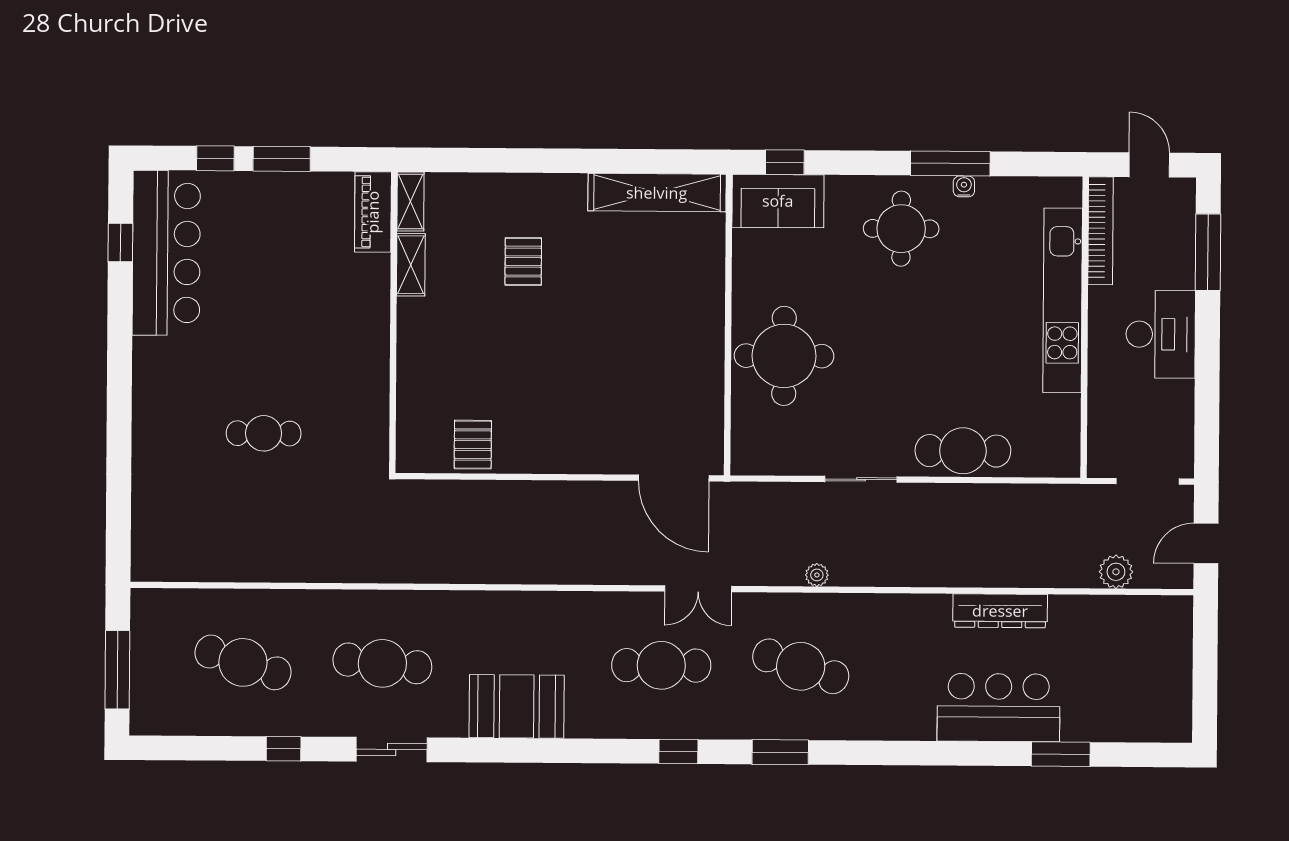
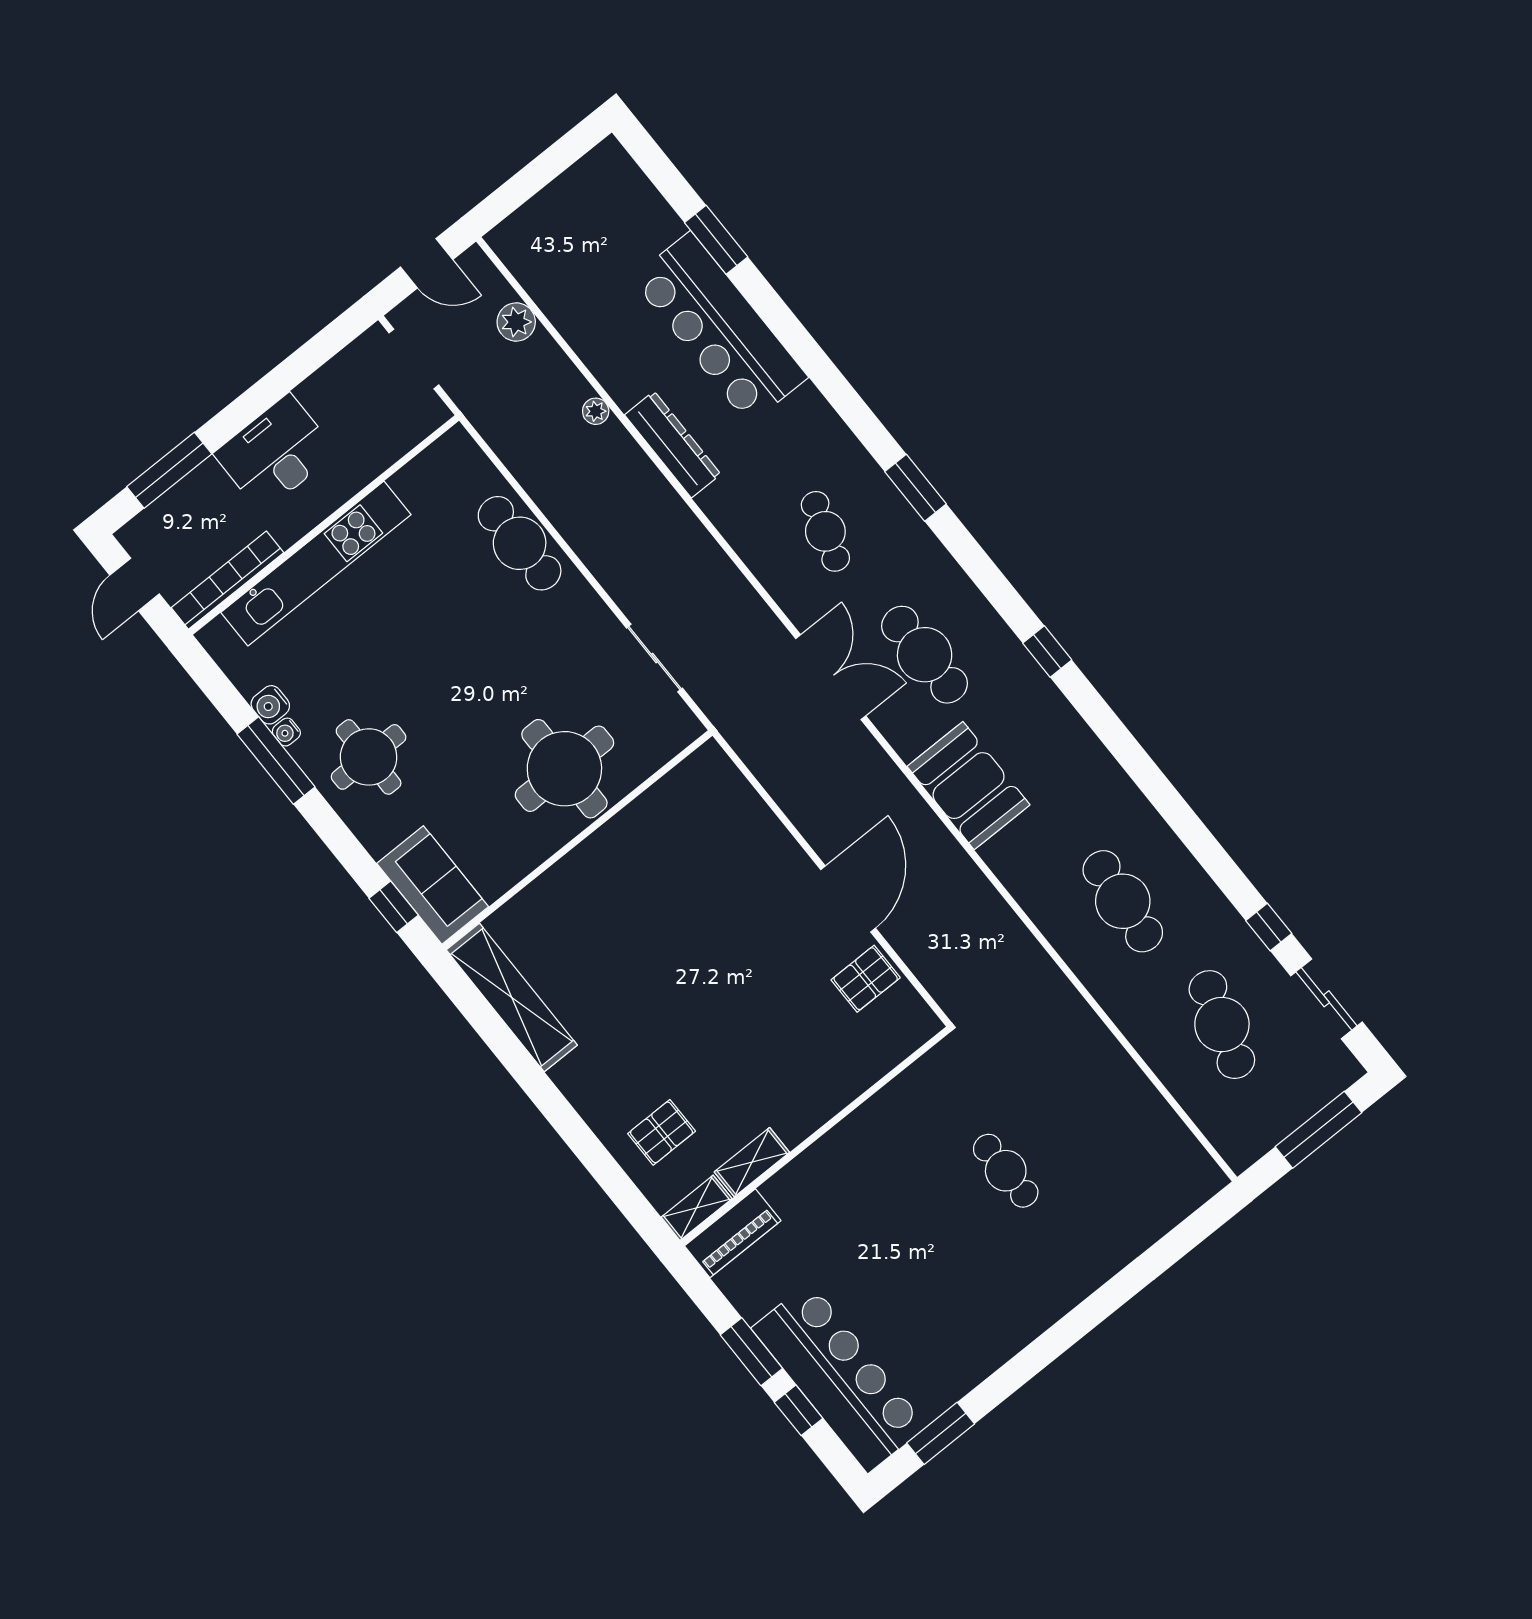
water cooler: (991, 191) -> (270, 705), added
window: (120, 243) -> (941, 1433), width x1.50
bar counter: (166, 253) -> (839, 1377), moved, turned 90
pallet: (523, 262) -> (662, 1132), moved
door: (674, 478) -> (848, 899), moved
sliding door: (861, 479) -> (654, 658), moved
plant: (817, 575) -> (596, 411), moved
double door: (698, 589) -> (831, 677), width x1.37
dresser: (1000, 611) -> (673, 445), moved
cafe table: (801, 666) -> (825, 531), width x0.73, depth x0.74
booth: (517, 706) -> (969, 786), moved
bar counter: (999, 708) -> (720, 328), width x1.36
sliding door: (392, 749) -> (1326, 999), moved
window: (678, 751) -> (1047, 652), moved

